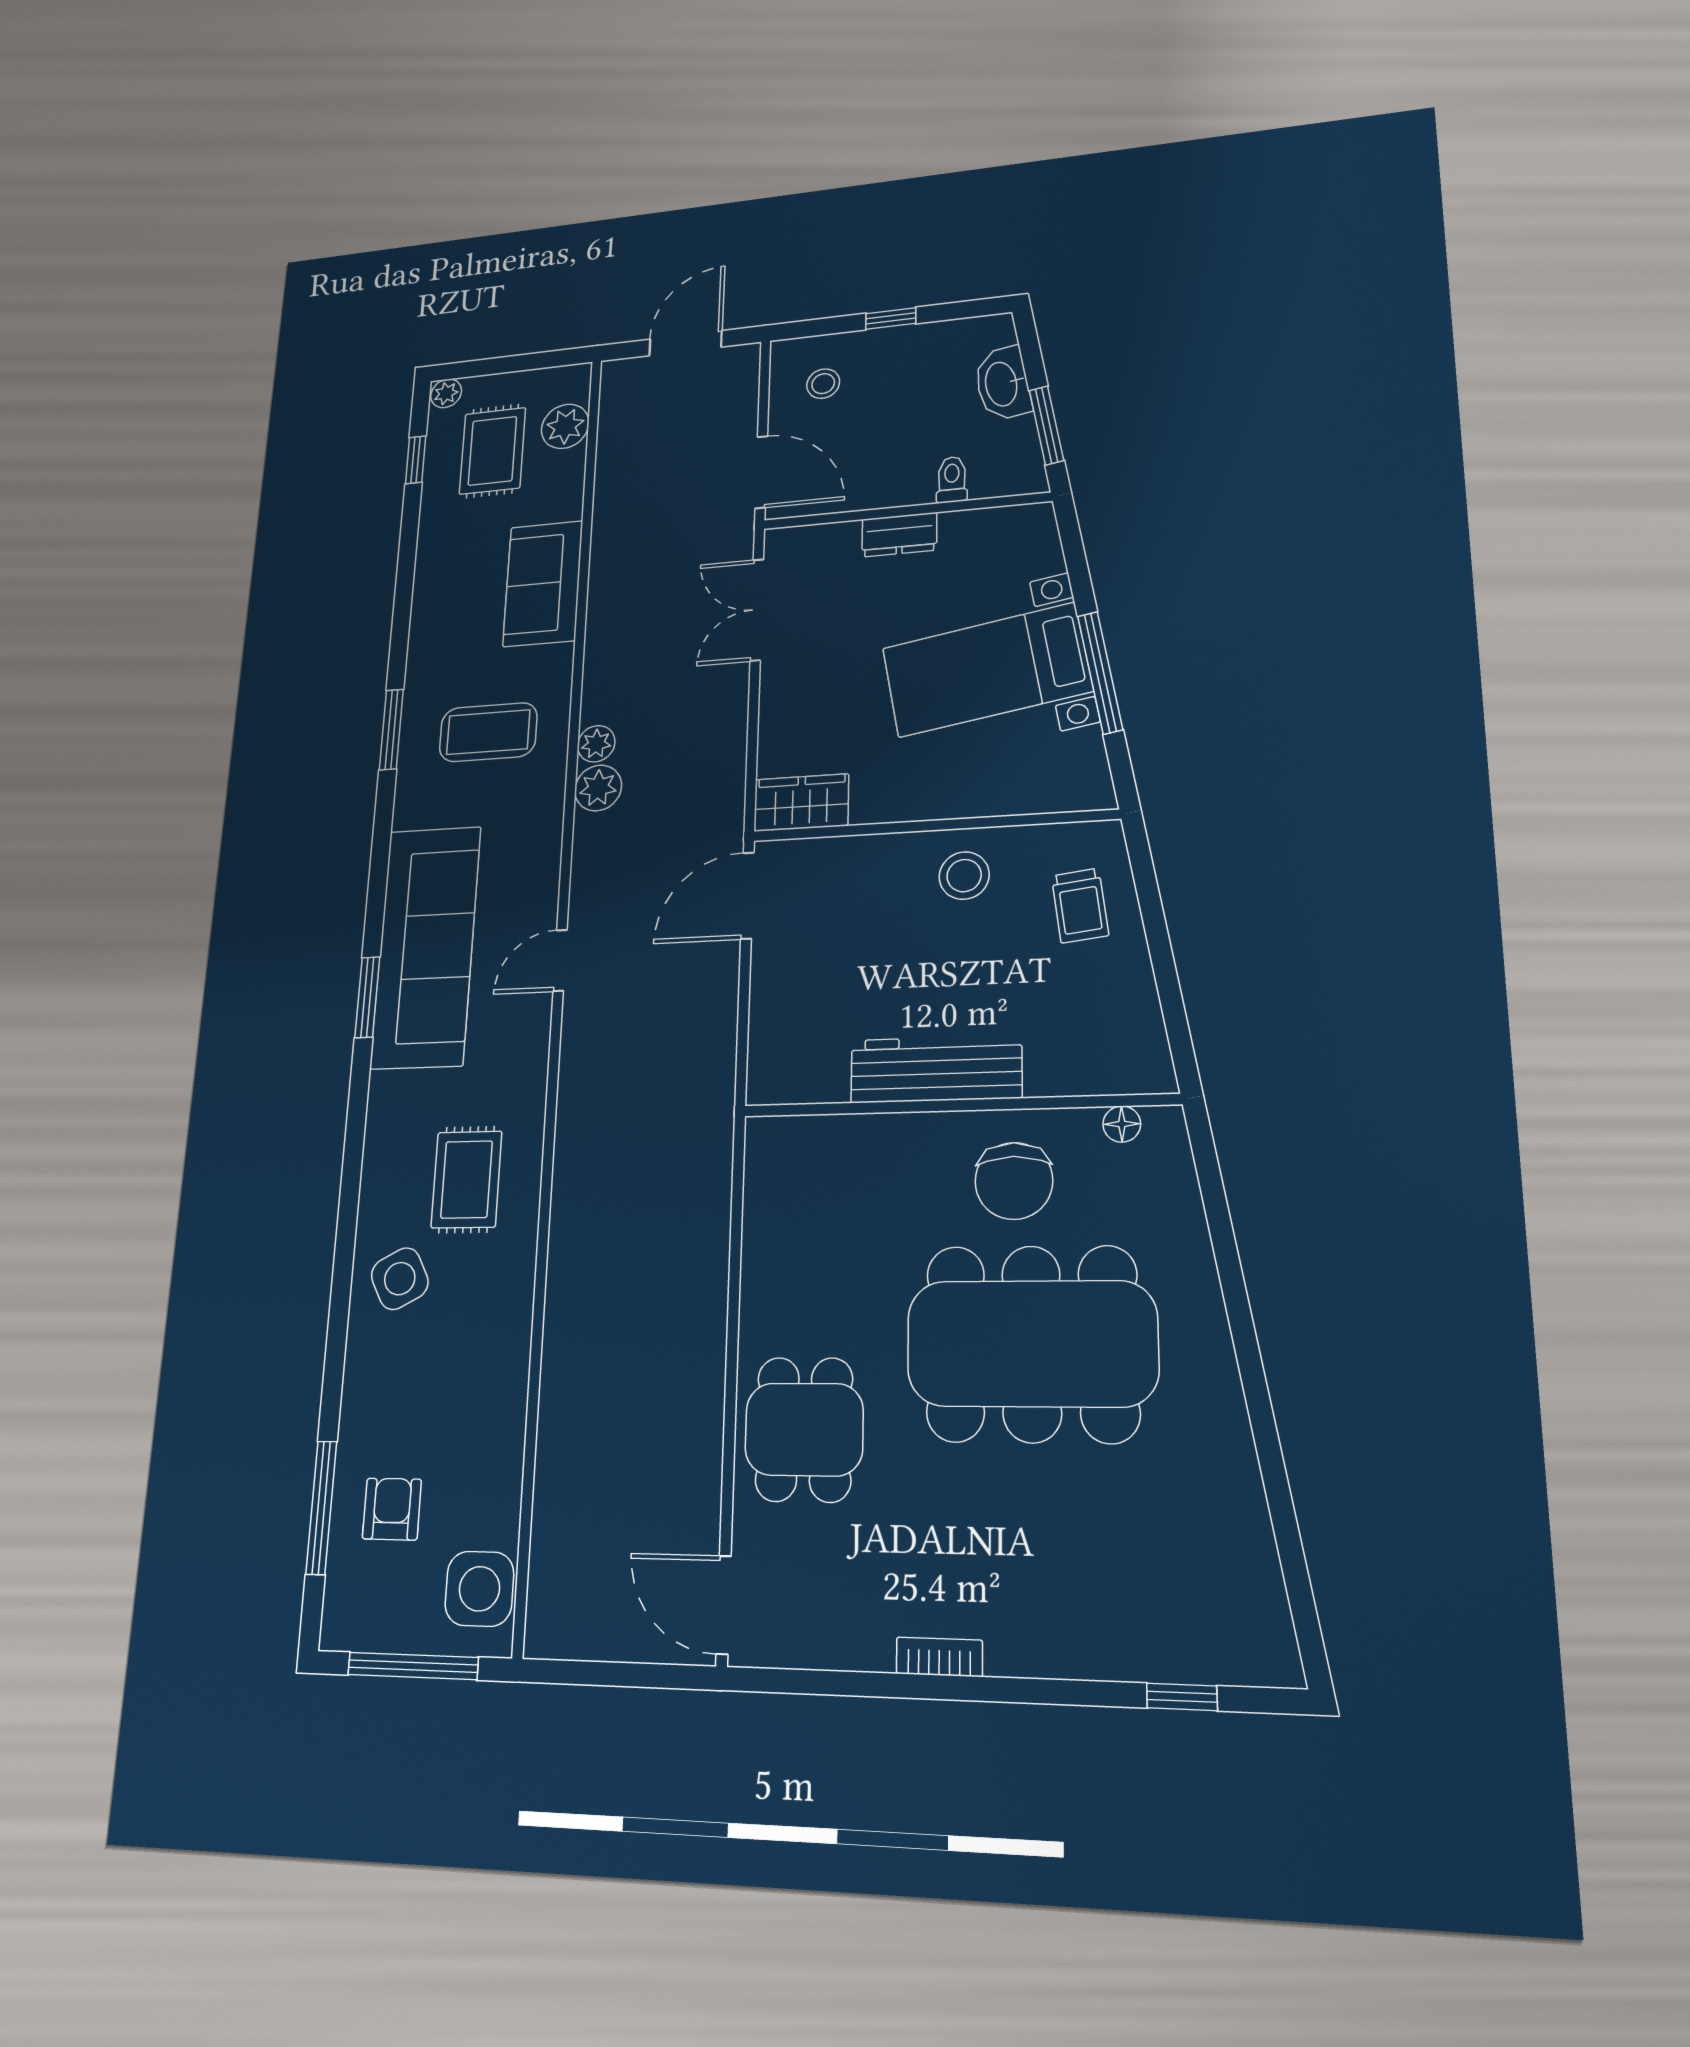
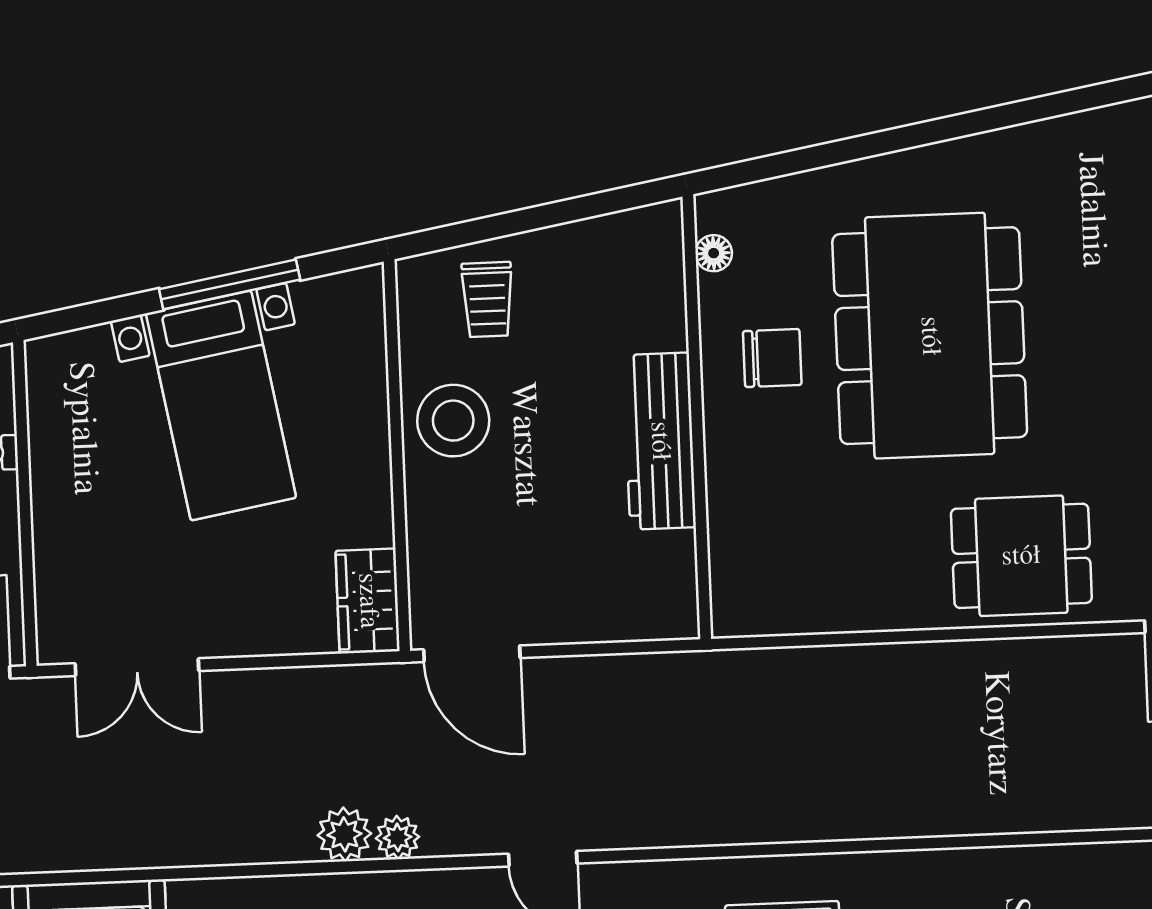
dresser: (899, 535) -> (54, 509), removed
plant: (596, 744) -> (398, 837), moved
stool: (964, 876) -> (453, 421), width x1.38, depth x1.38
trolley: (1080, 906) -> (487, 300), turned 97
chair: (1014, 1181) -> (772, 358), width x0.73, depth x0.73

